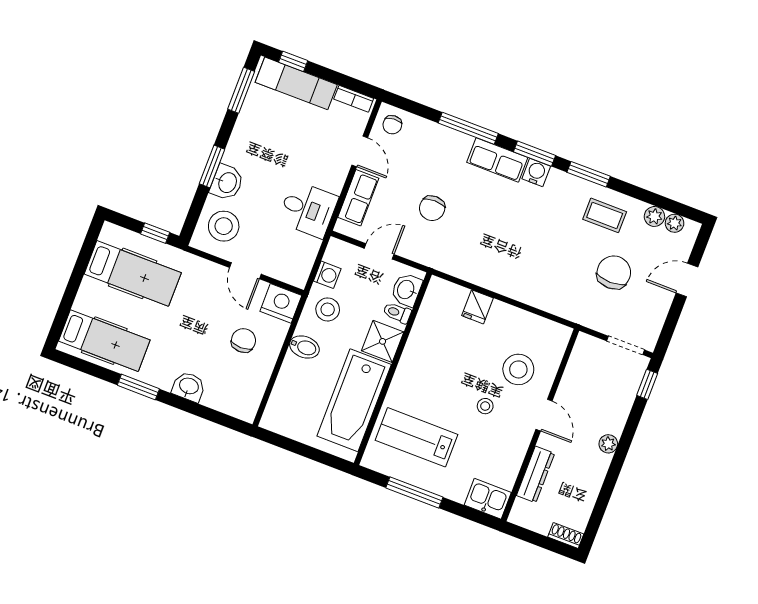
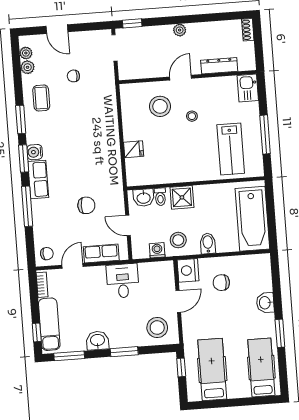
washbasin: (227, 182) -> (98, 341), moved
chair: (614, 272) -> (73, 76), width x0.54, depth x0.54
bathtub: (354, 400) -> (252, 219), moved, turned 90

